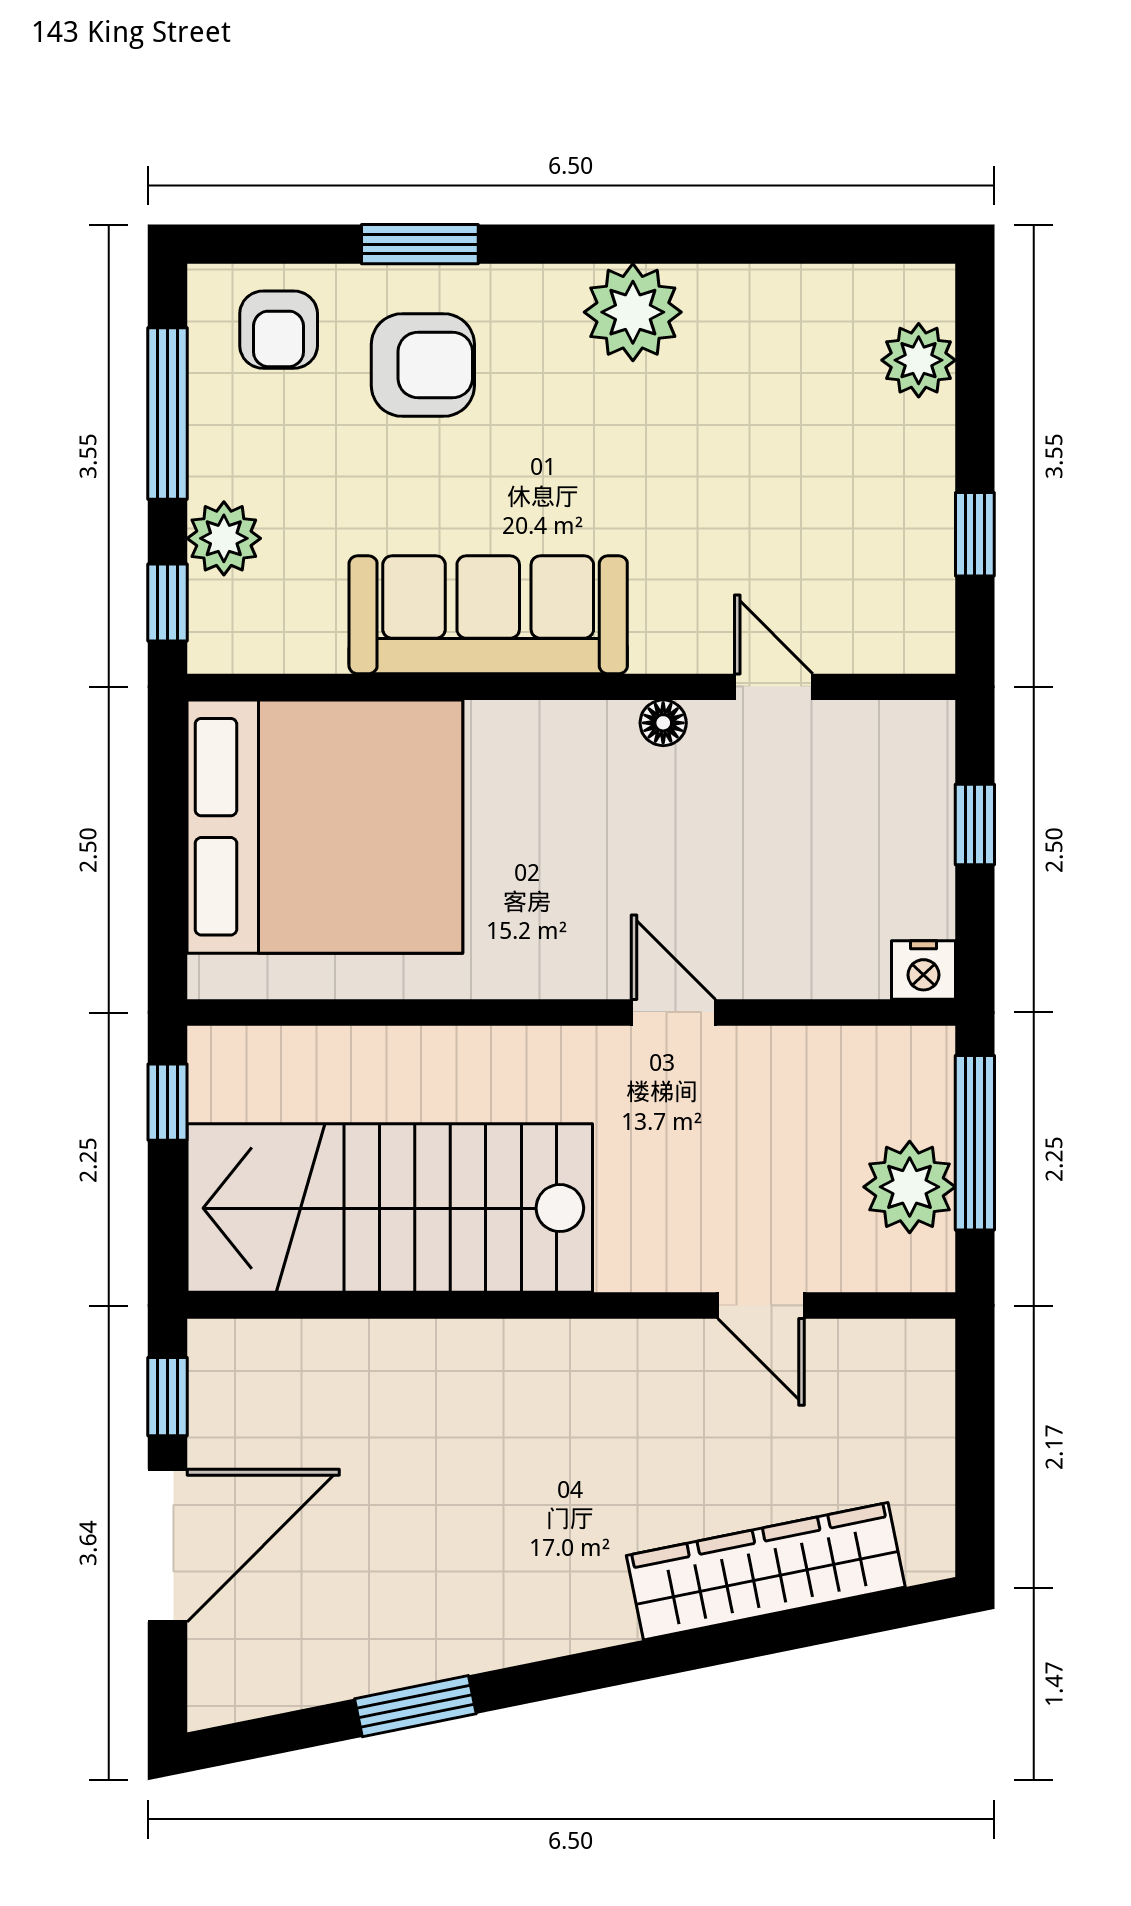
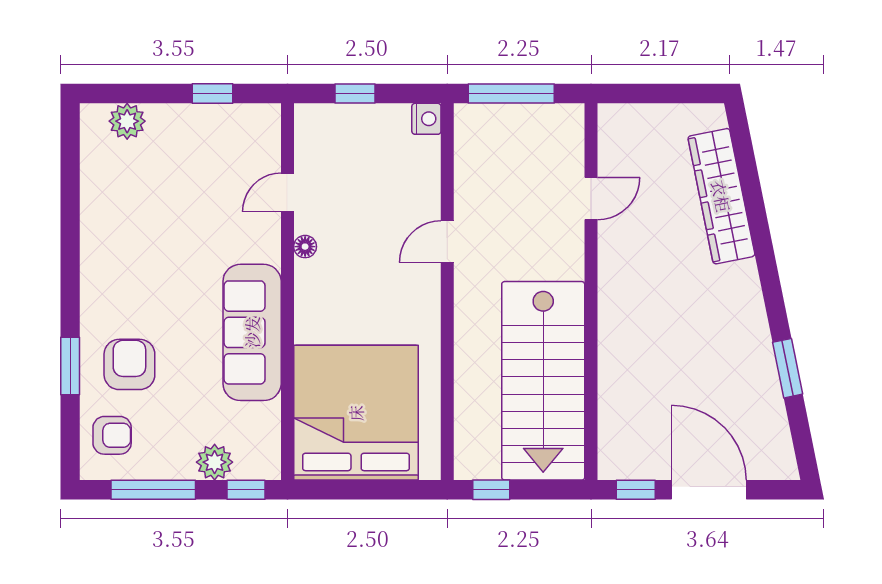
plant: (633, 312) -> (104, 261), removed
plant: (910, 1187) -> (533, 126), removed

